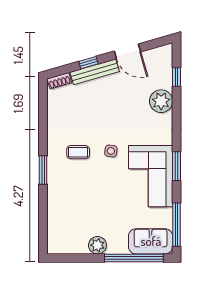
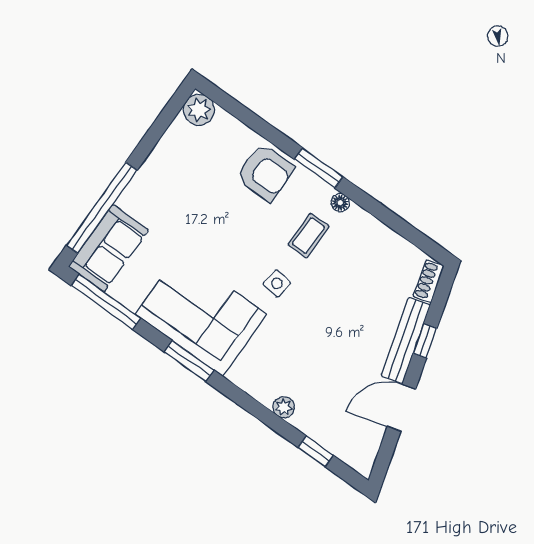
plant: (161, 101) -> (284, 407), width x0.53, depth x0.53
floor lamp: (52, 148) -> (340, 203), added
armchair: (63, 193) -> (265, 172), added
plant: (97, 245) -> (199, 110), moved

